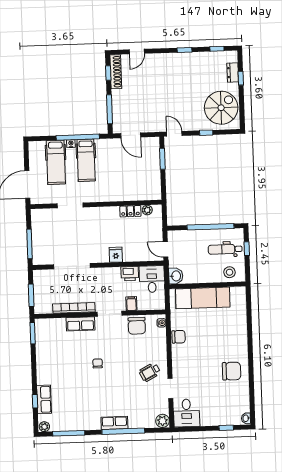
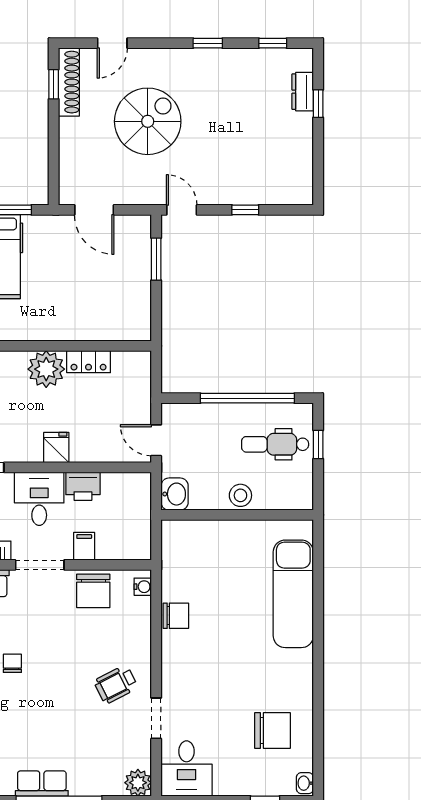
spiral stairs: (221, 108) -> (148, 121), moved
window: (109, 109) -> (54, 157), removed
plant: (147, 210) -> (46, 369), moved, width x1.87, depth x1.87
stool: (230, 272) -> (240, 495), moved
desk: (152, 279) -> (39, 499), moved
exam couch: (203, 298) -> (293, 594), moved, turned 90
chair: (232, 371) -> (273, 731), moved

